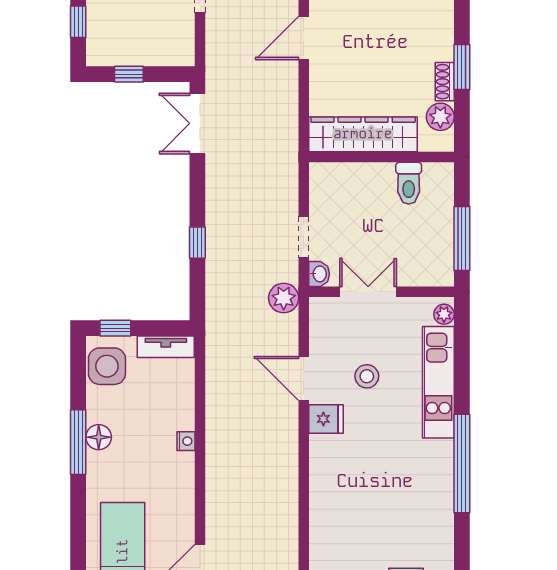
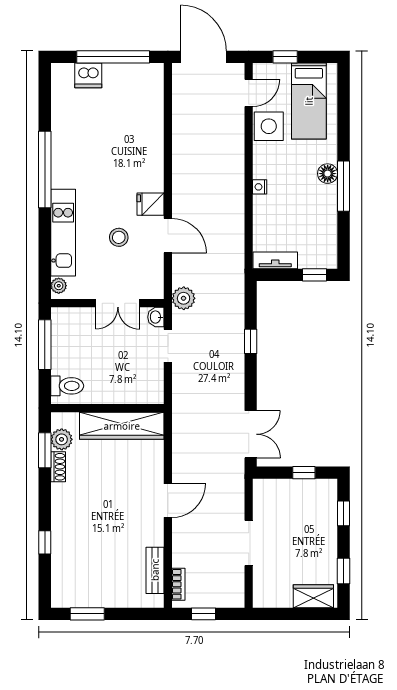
window: (462, 67) -> (45, 450), moved
toilet: (409, 183) -> (67, 386), moved, turned 90
side table: (107, 366) -> (269, 126), moved
floor lamp: (99, 437) -> (328, 174), moved

